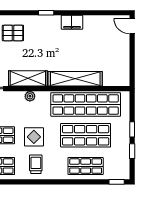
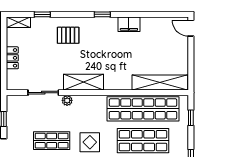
shelving: (75, 79) -> (160, 82), moved
plant: (30, 96) -> (67, 100), moved
window: (132, 129) -> (191, 118), moved

